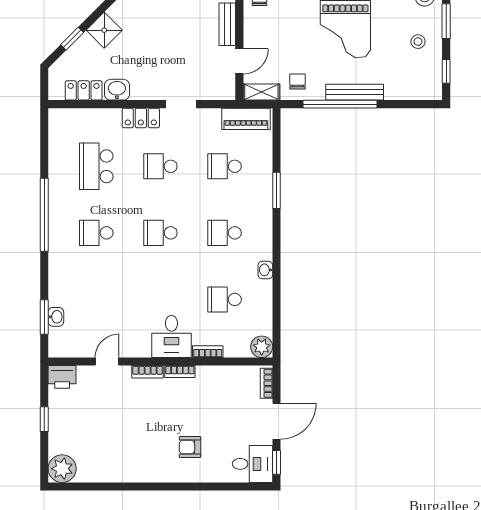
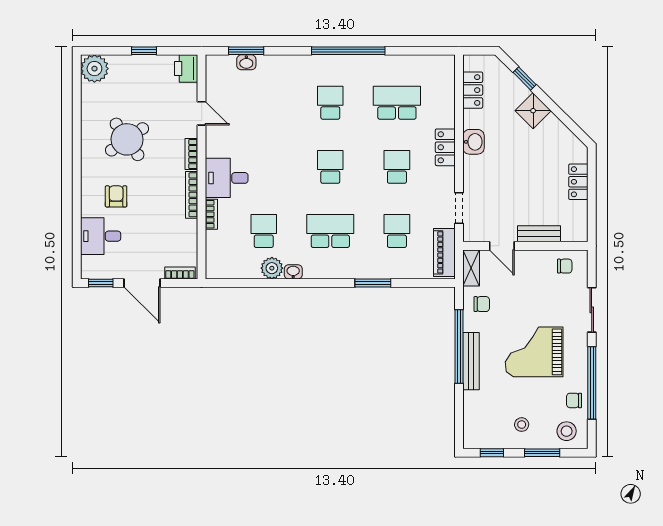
washbasin: (117, 90) -> (473, 142), moved
doorway: (181, 104) -> (459, 208), moved
school desk: (225, 233) -> (330, 231), width x1.85
plant: (262, 347) -> (272, 268), moved
bookcase: (180, 372) -> (192, 195), width x1.56
round table: (133, 436) -> (127, 139), added
desk: (253, 464) -> (101, 236), moved, turned 90

